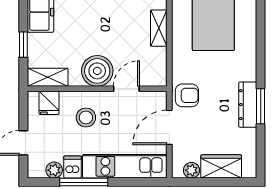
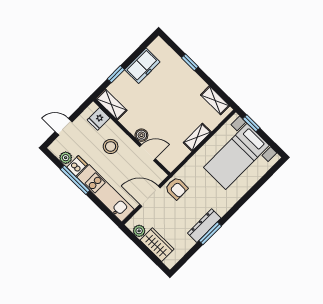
boiler: (97, 71) -> (141, 135), width x0.54, depth x0.54

